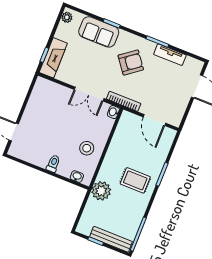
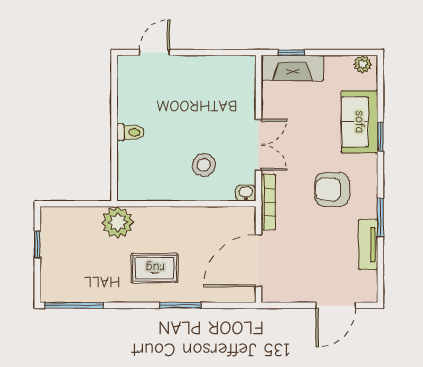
armchair: (131, 62) -> (332, 189), turned 127
double door: (89, 94) -> (259, 145), swing flipped
door: (154, 120) -> (259, 261), width x1.36
stool: (87, 148) -> (204, 165), moved
washbasin: (77, 177) -> (125, 176), removed
rug: (135, 180) -> (155, 268), turned 90
bench: (111, 239) -> (50, 267), removed

